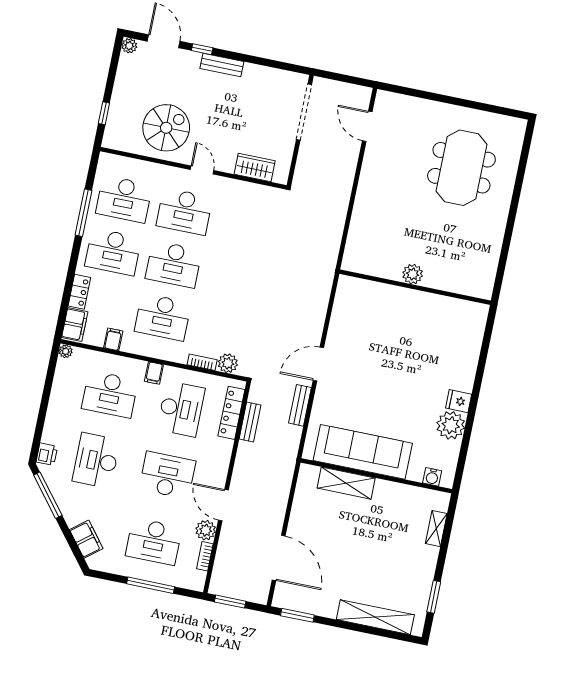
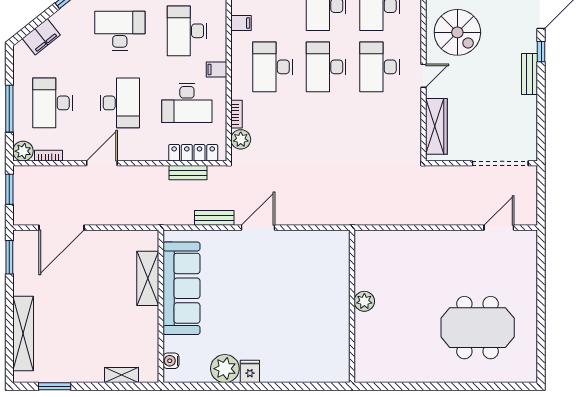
wardrobe: (255, 168) -> (436, 126), width x1.50
door: (318, 364) -> (258, 228), hinge flipped
plant: (206, 530) -> (23, 151), moved

